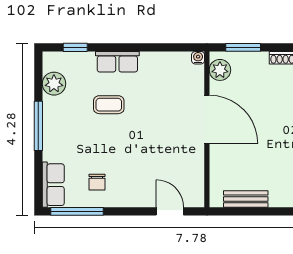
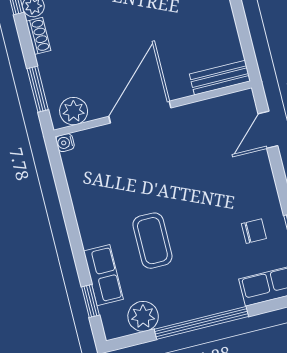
row of seats: (117, 62) -> (103, 275), moved
coffee table: (109, 105) -> (152, 241), width x1.36, depth x1.30
window: (38, 126) -> (201, 323), width x1.46
bench: (246, 199) -> (220, 78), moved, turned 90

